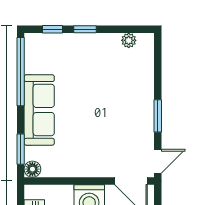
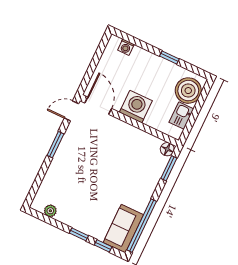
sofa: (39, 110) -> (123, 229), moved, width x0.73

